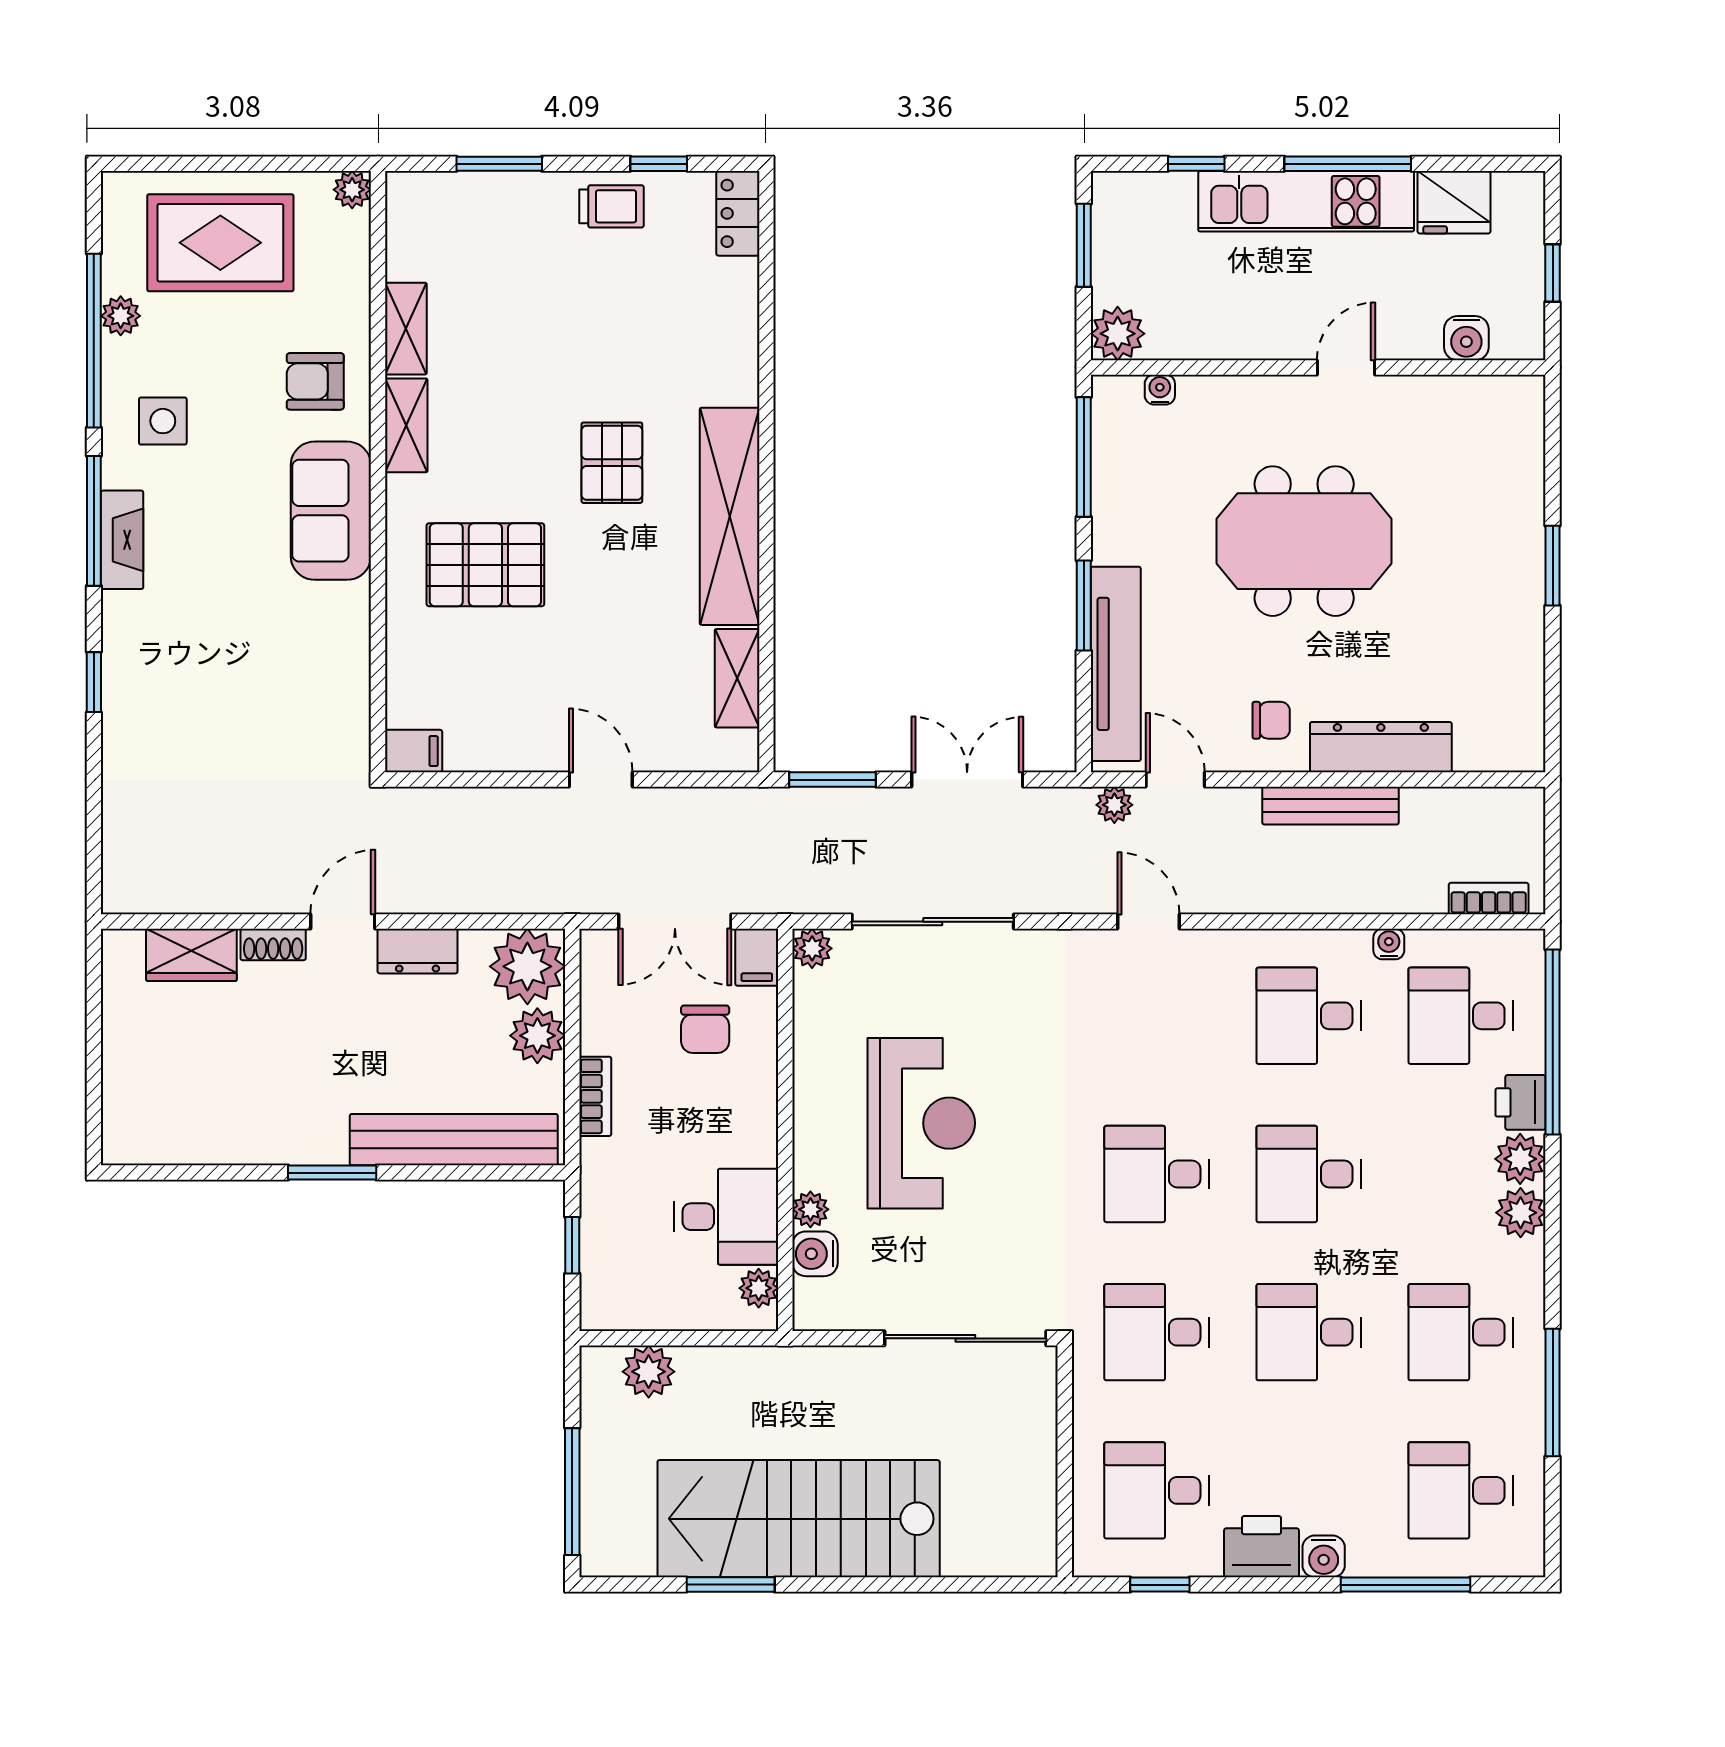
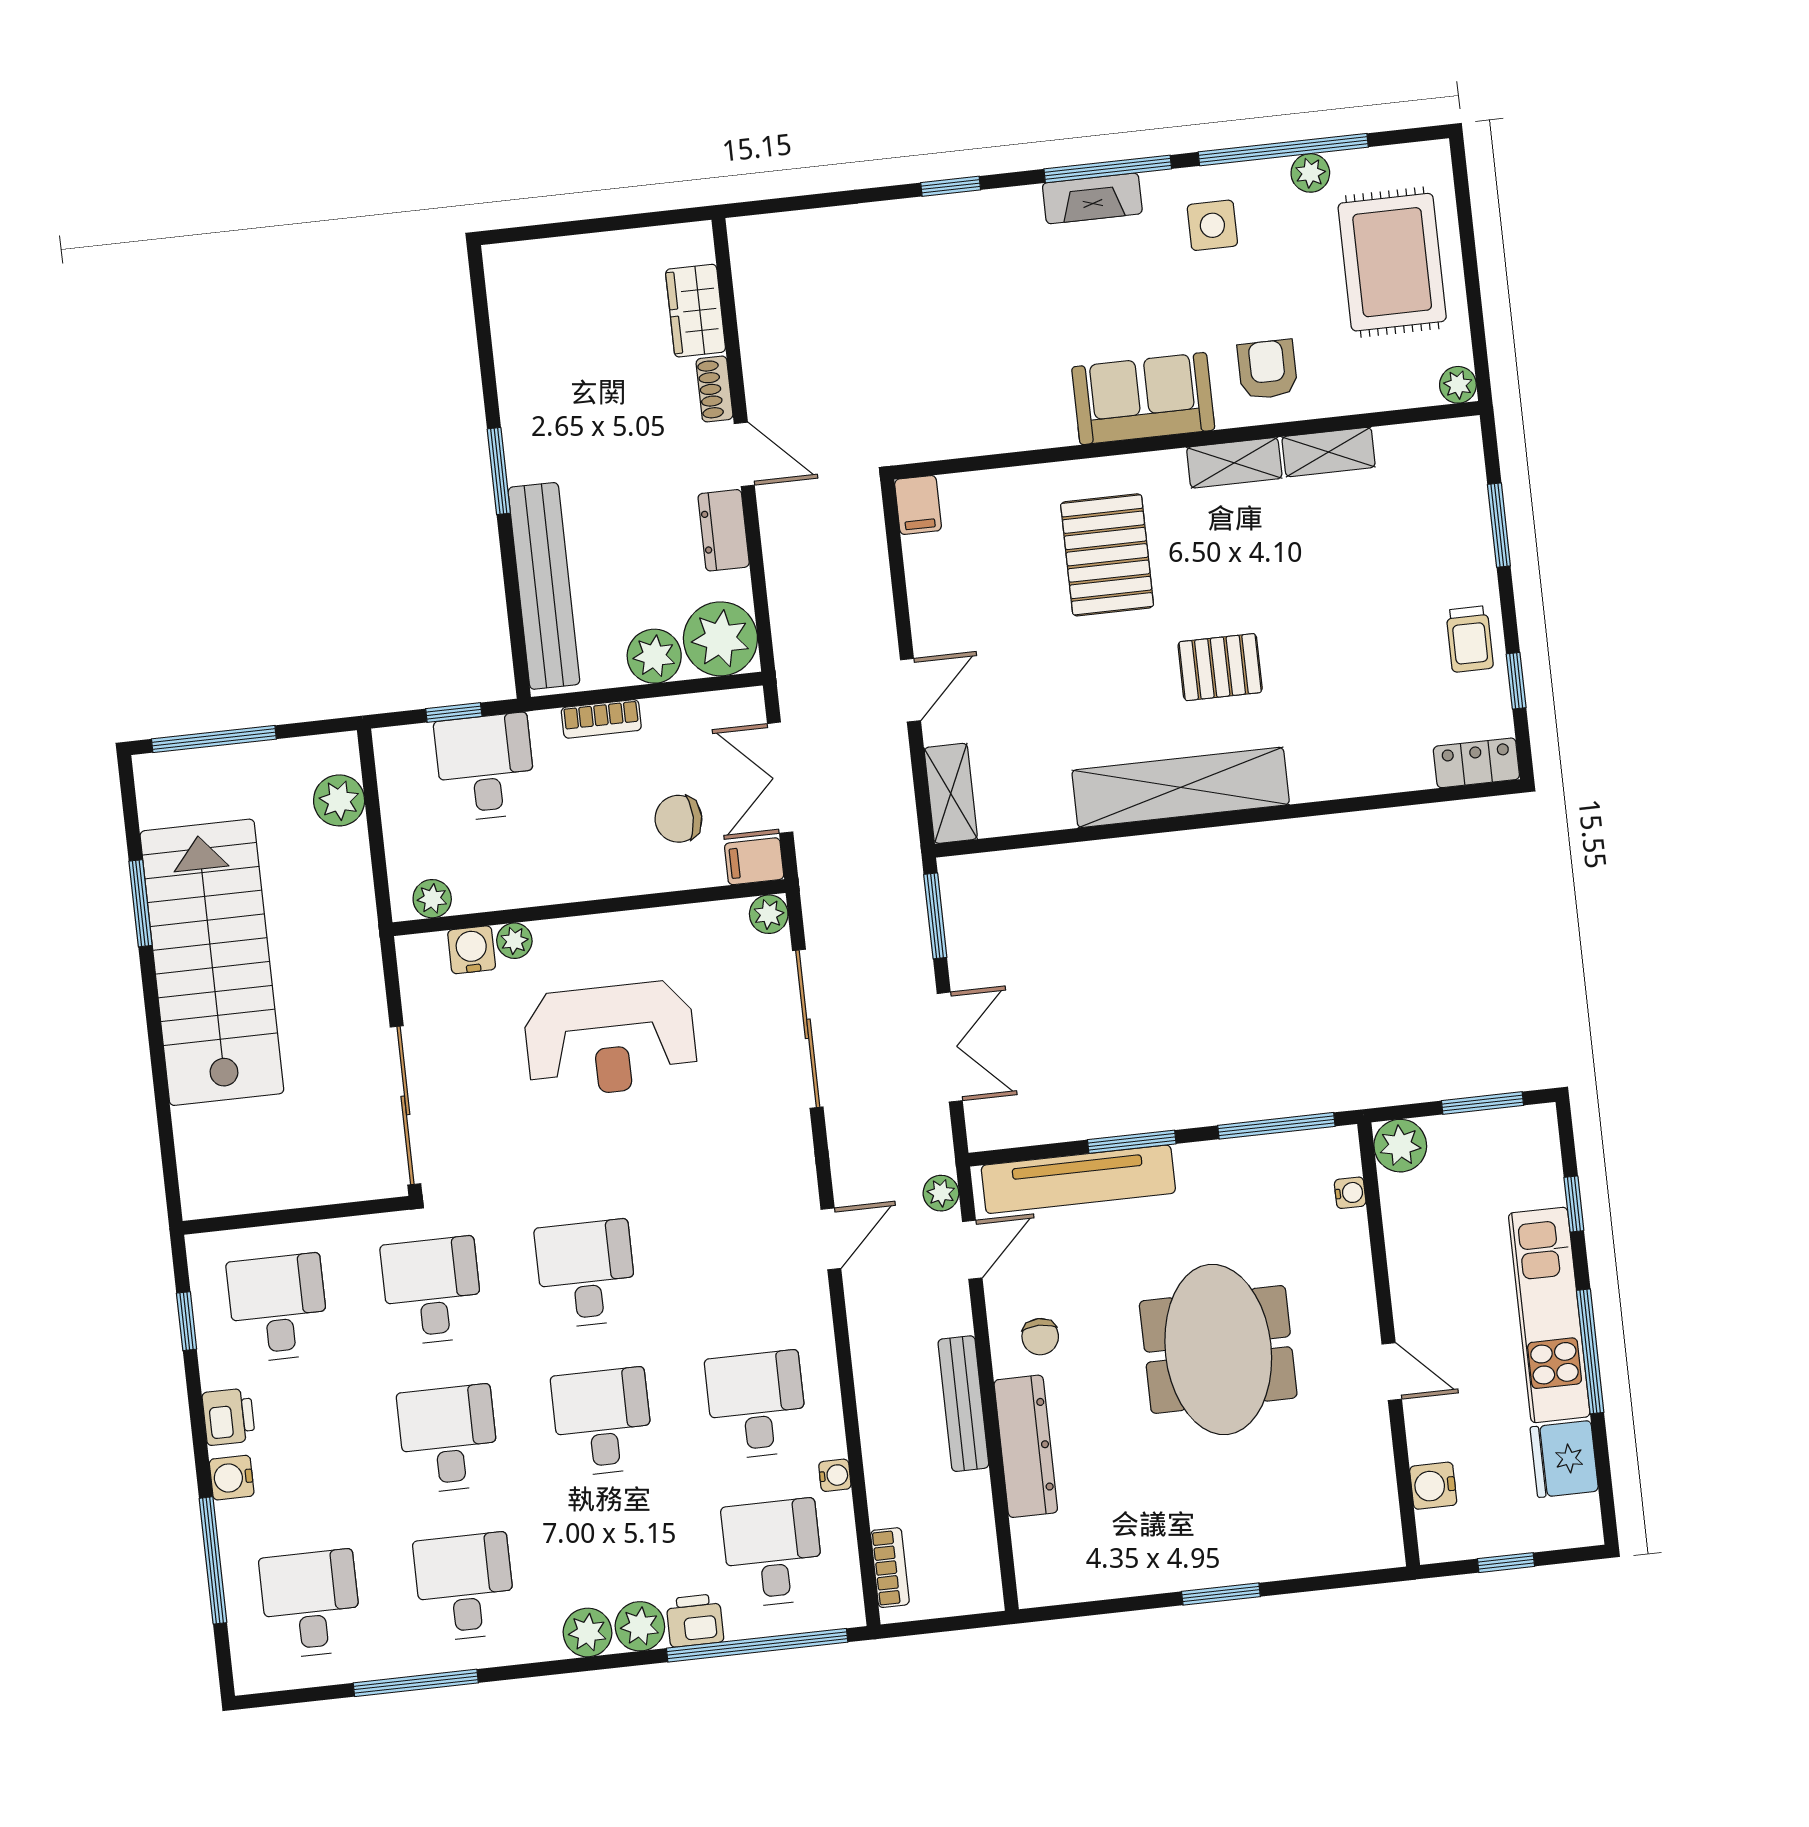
shelving: (737, 678) -> (951, 793), moved, turned 90
desk: (726, 1217) -> (485, 767), moved, turned 180
printer: (1261, 1547) -> (229, 1417), width x0.73, depth x0.81

